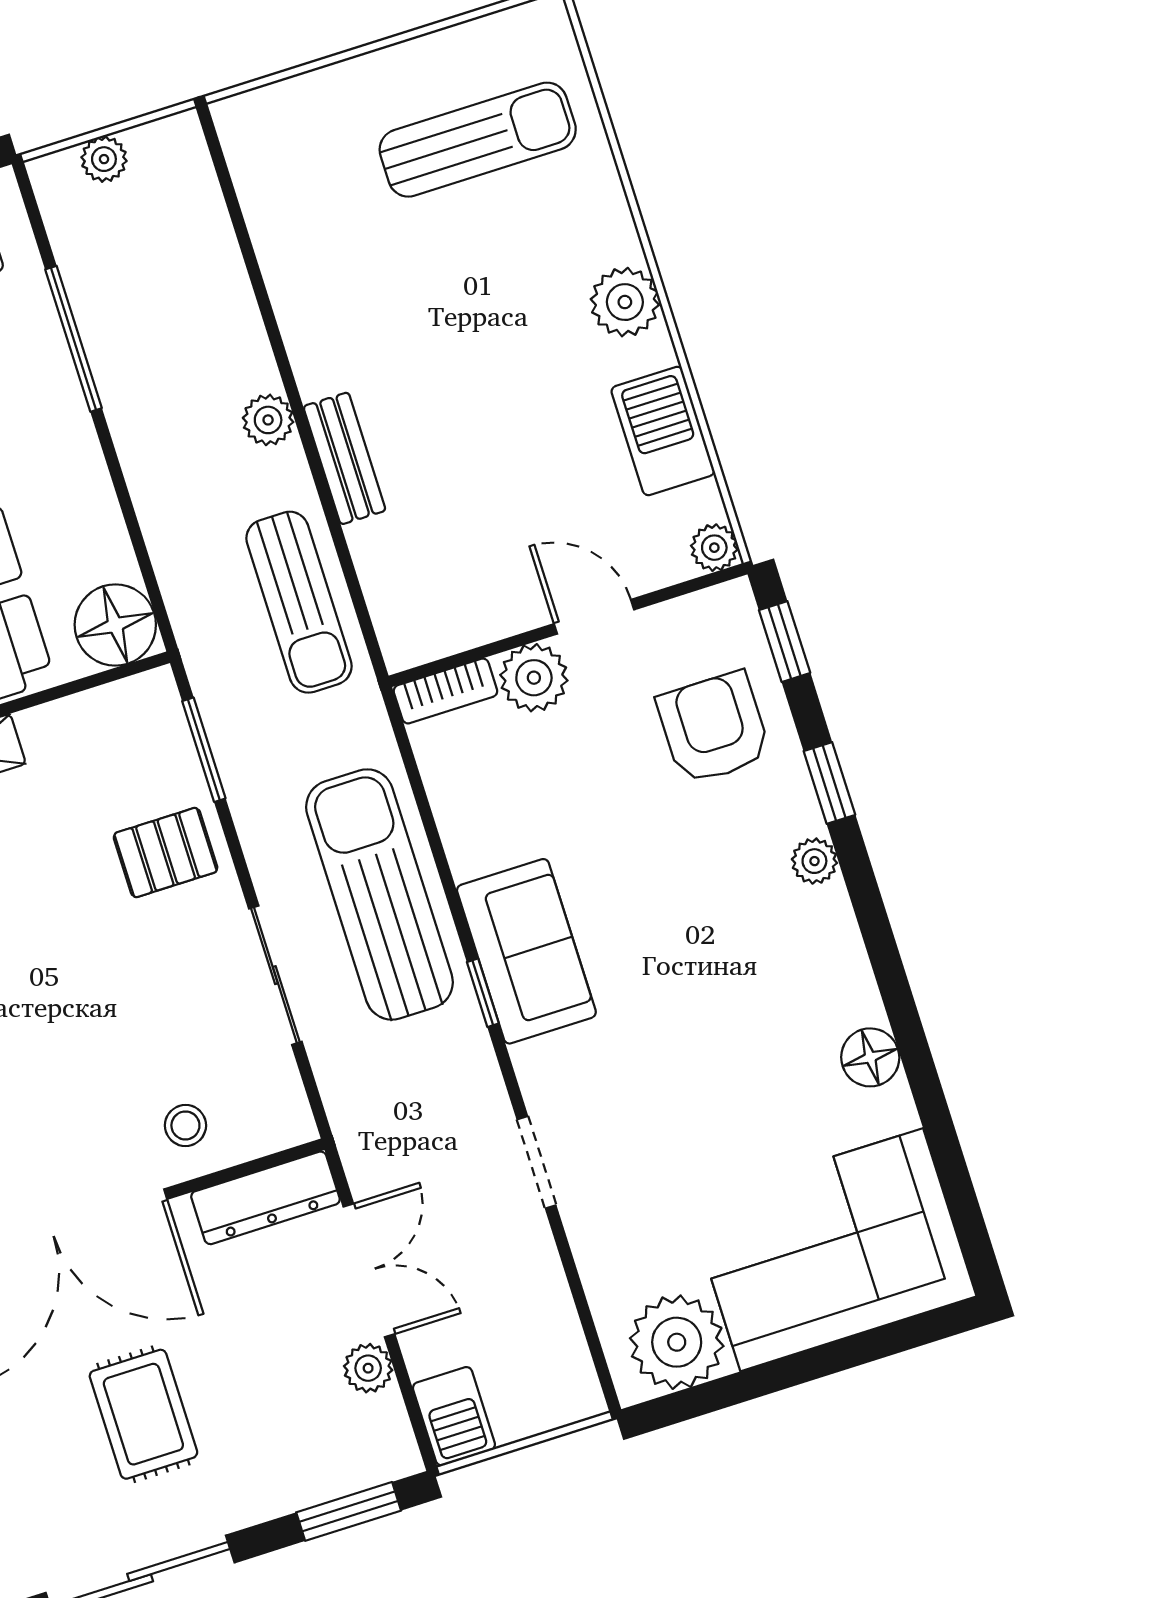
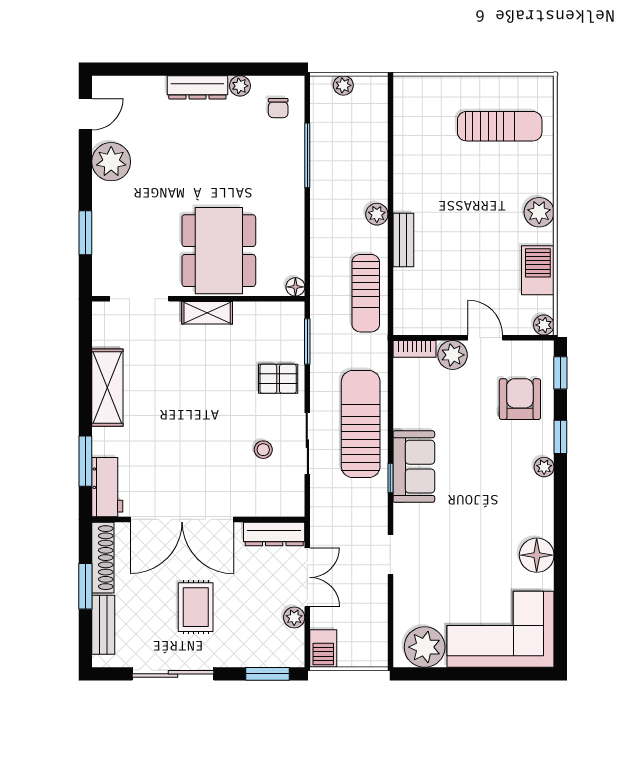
floor lamp: (115, 625) -> (295, 287), width x0.53, depth x0.53
floor lamp: (870, 1057) -> (537, 555), width x1.38, depth x1.38
stool: (185, 1125) -> (263, 450), moved

